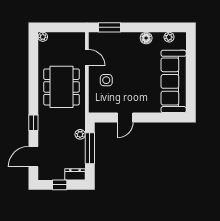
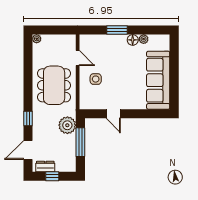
window: (110, 27) -> (117, 30), moved
plant: (169, 37) -> (144, 39), moved
door: (125, 118) -> (113, 114), hinge flipped
plant: (80, 134) -> (67, 125), width x1.87, depth x1.87
dresser: (75, 174) -> (45, 166), moved

